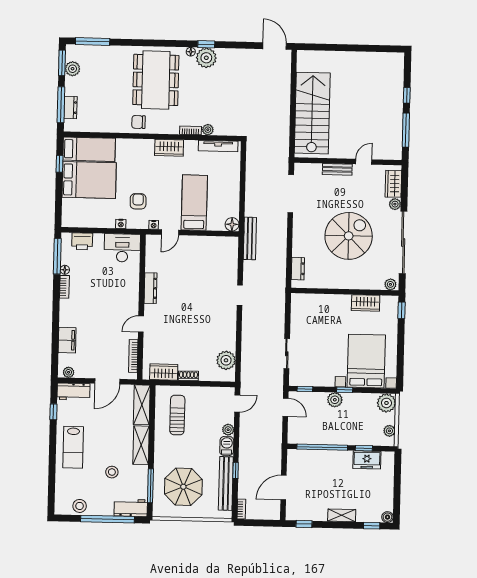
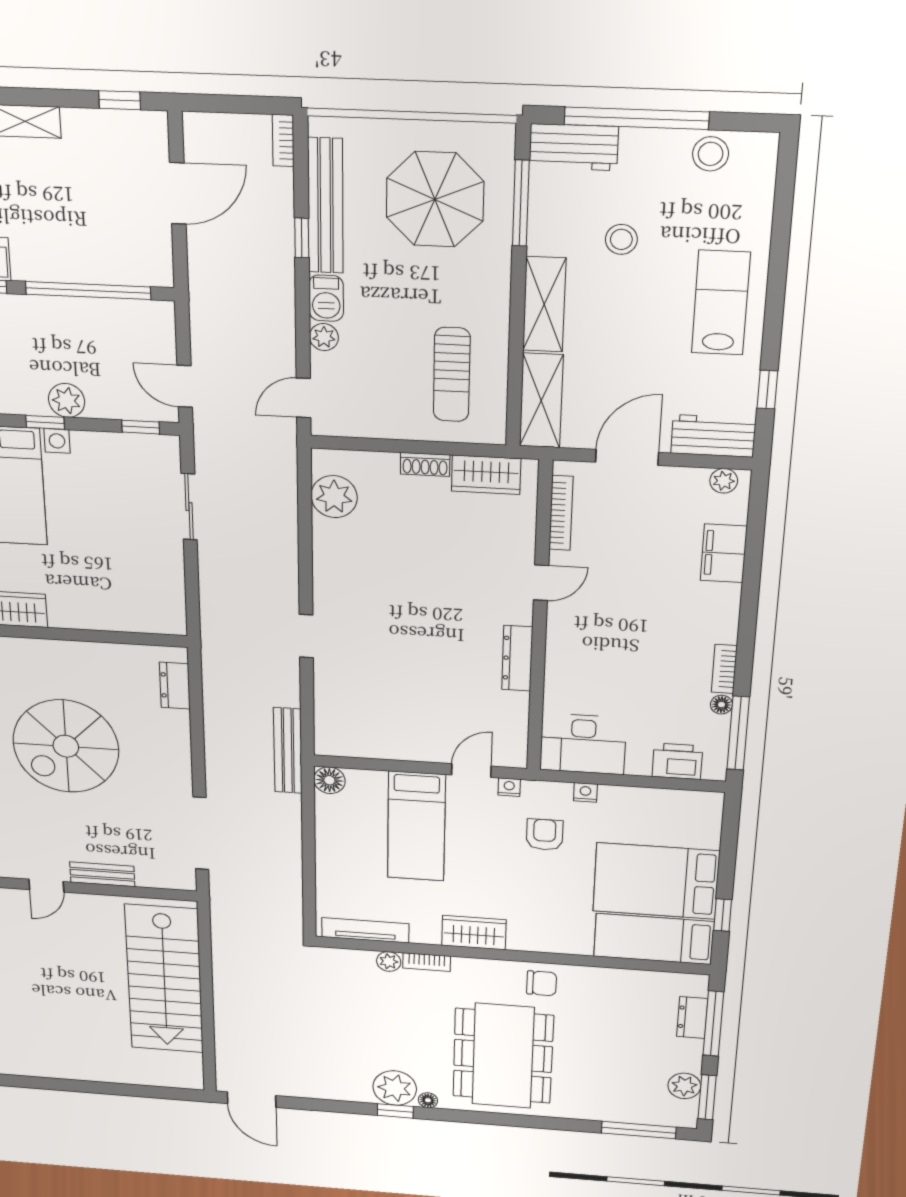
armchair: (138, 201) -> (545, 835), turned 180

